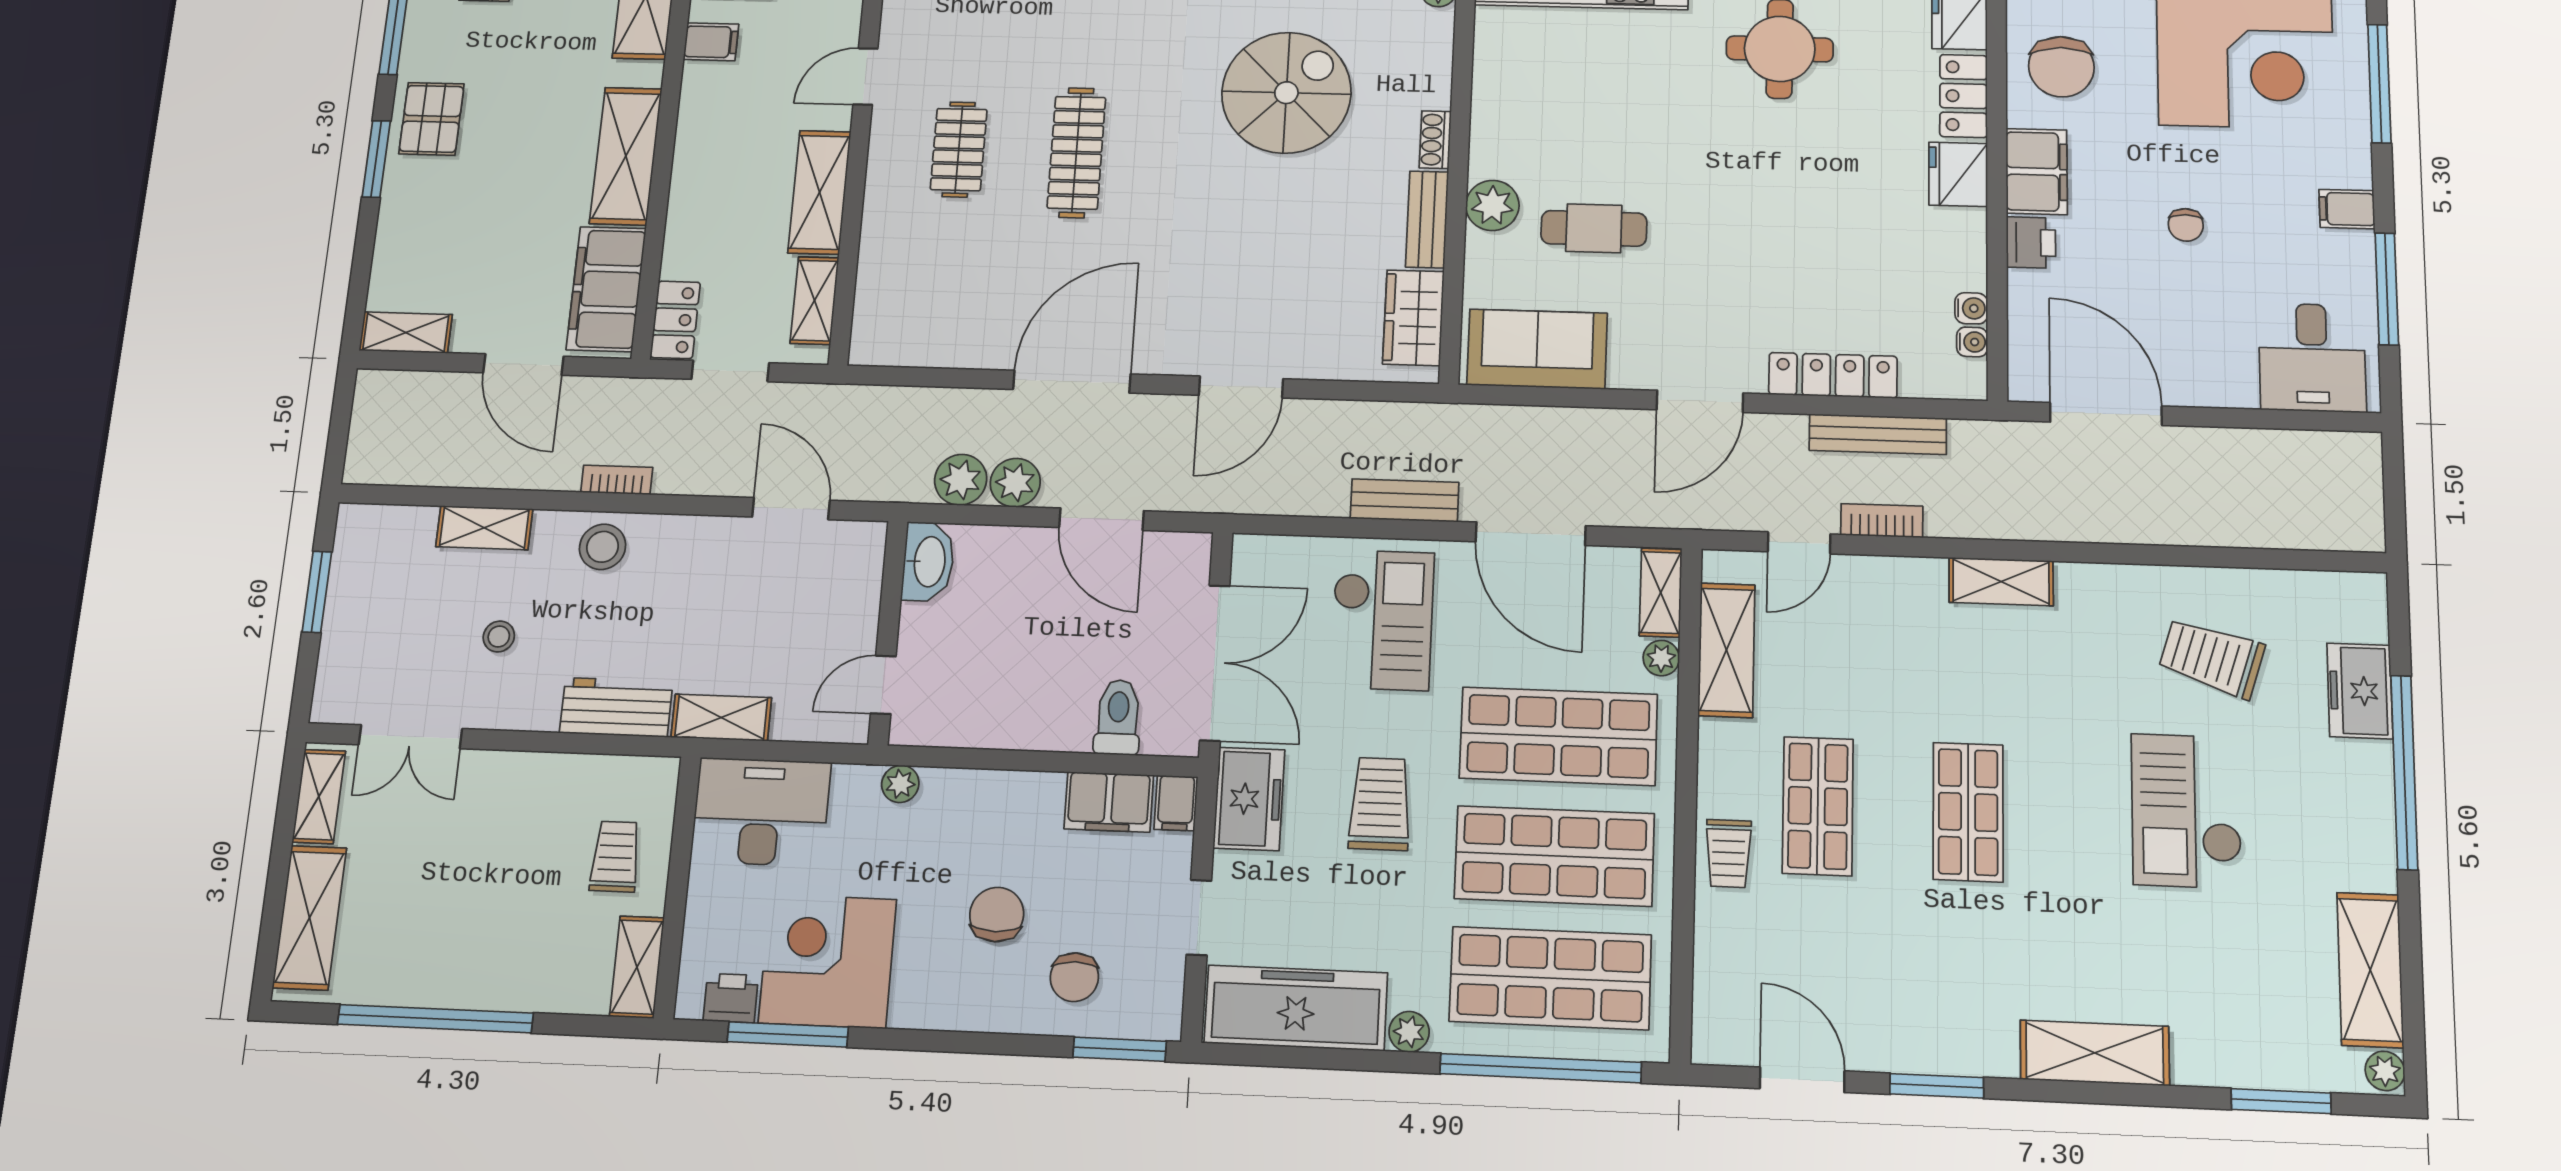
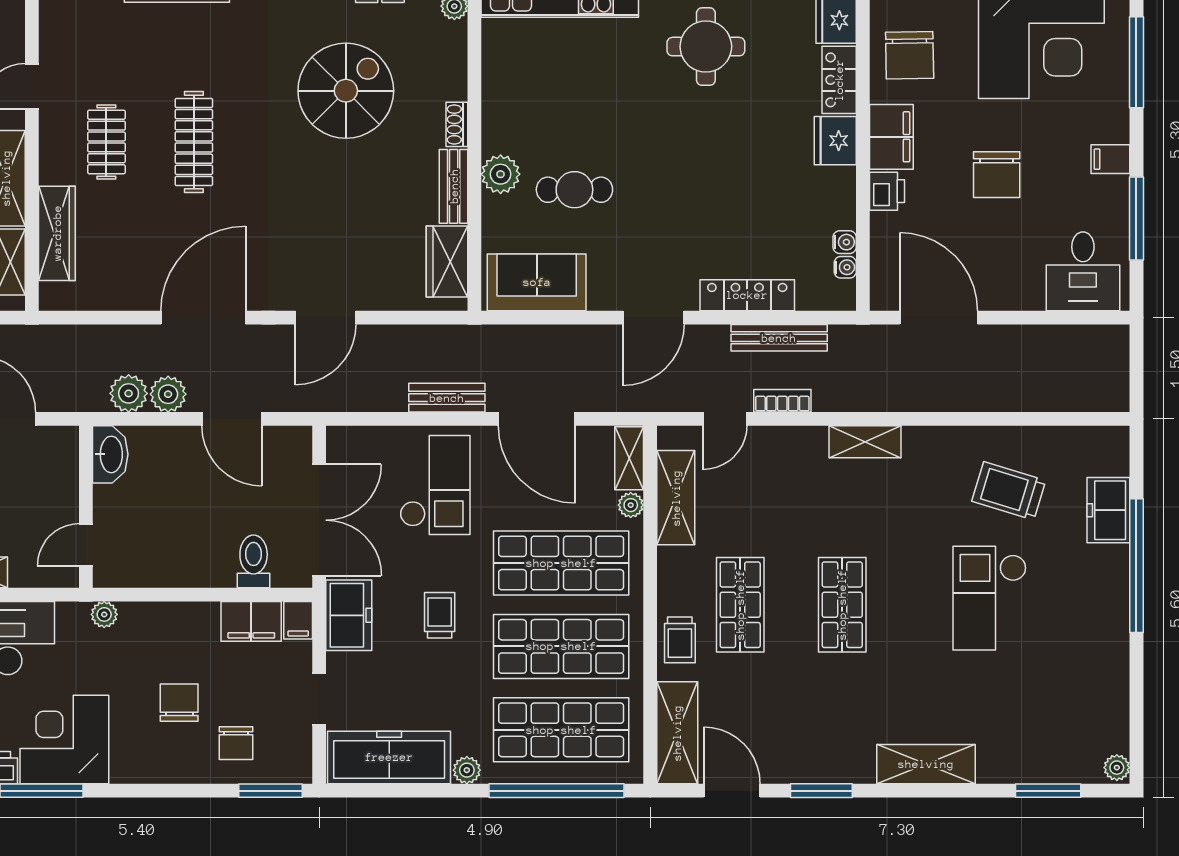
chair: (2186, 225) -> (997, 175), width x1.87, depth x1.87
wardrobe: (881, 265) -> (57, 233), added
trolley: (1380, 804) -> (440, 615), width x0.73, depth x0.72
shelving: (2370, 970) -> (677, 733), moved

